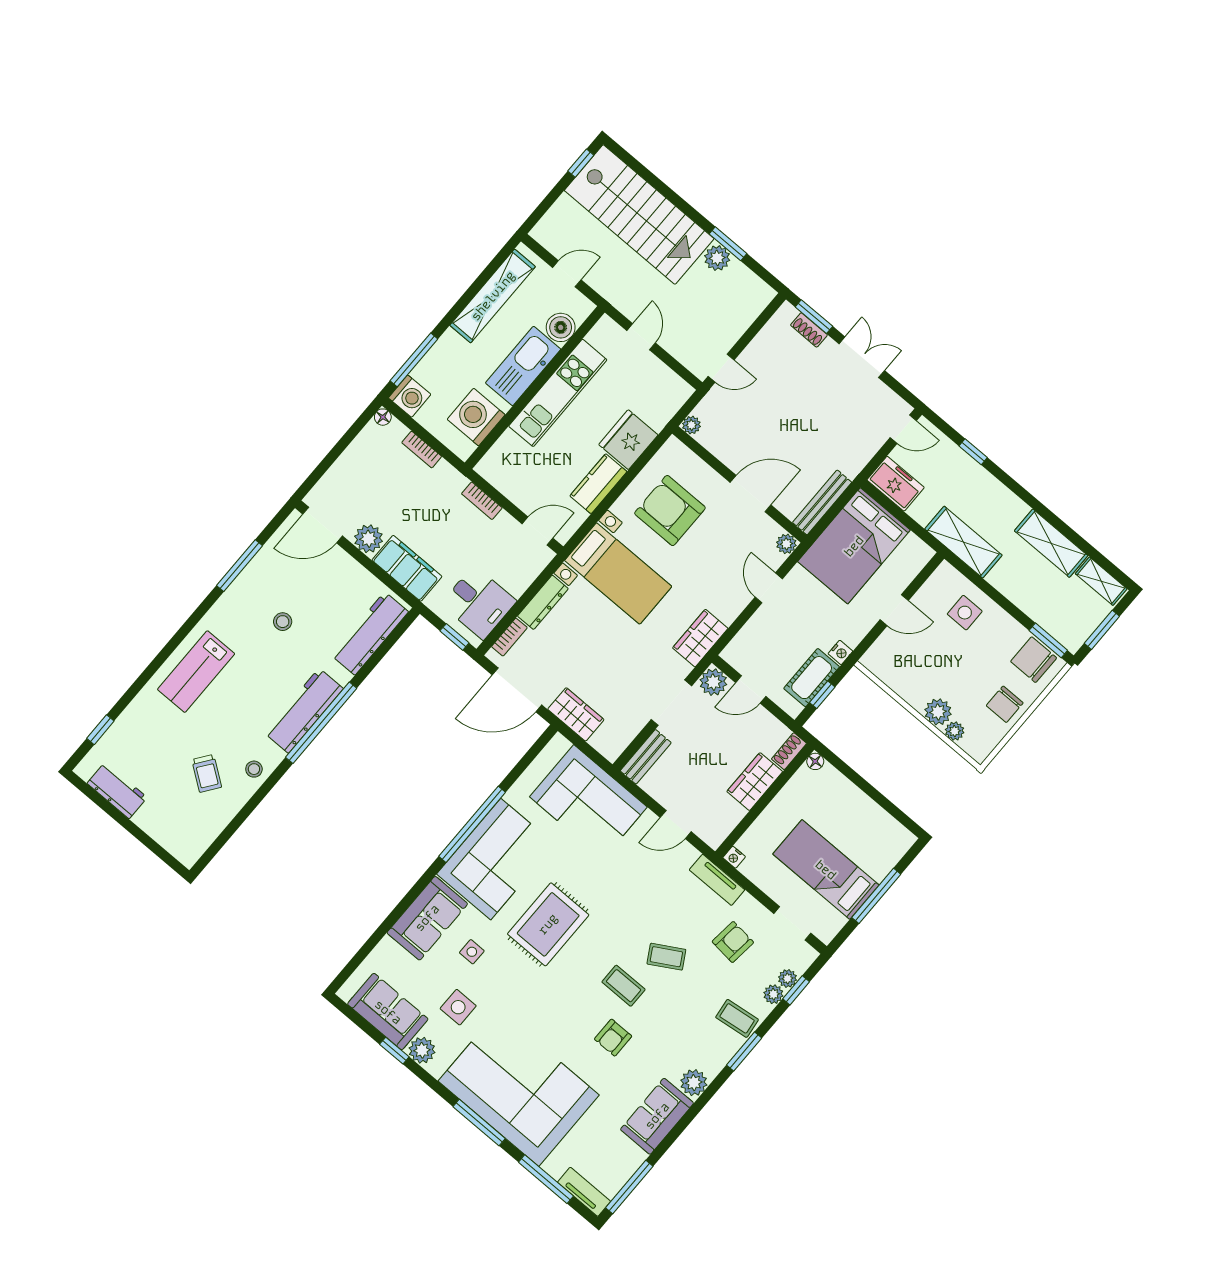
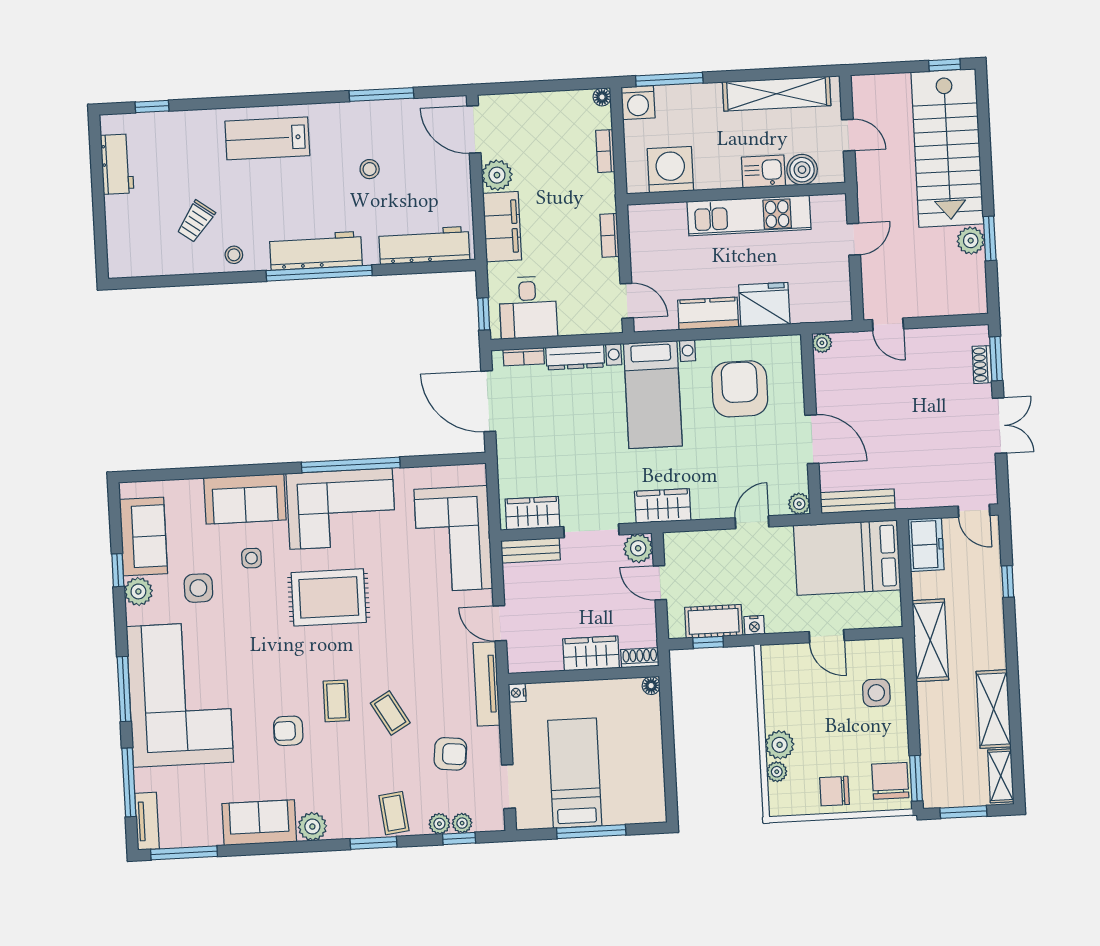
kitchen sink: (523, 366) -> (763, 171), width x0.53, depth x0.81
wardrobe: (576, 714) -> (532, 513), moved, turned -90
tv unit: (717, 880) -> (486, 684), width x1.41

